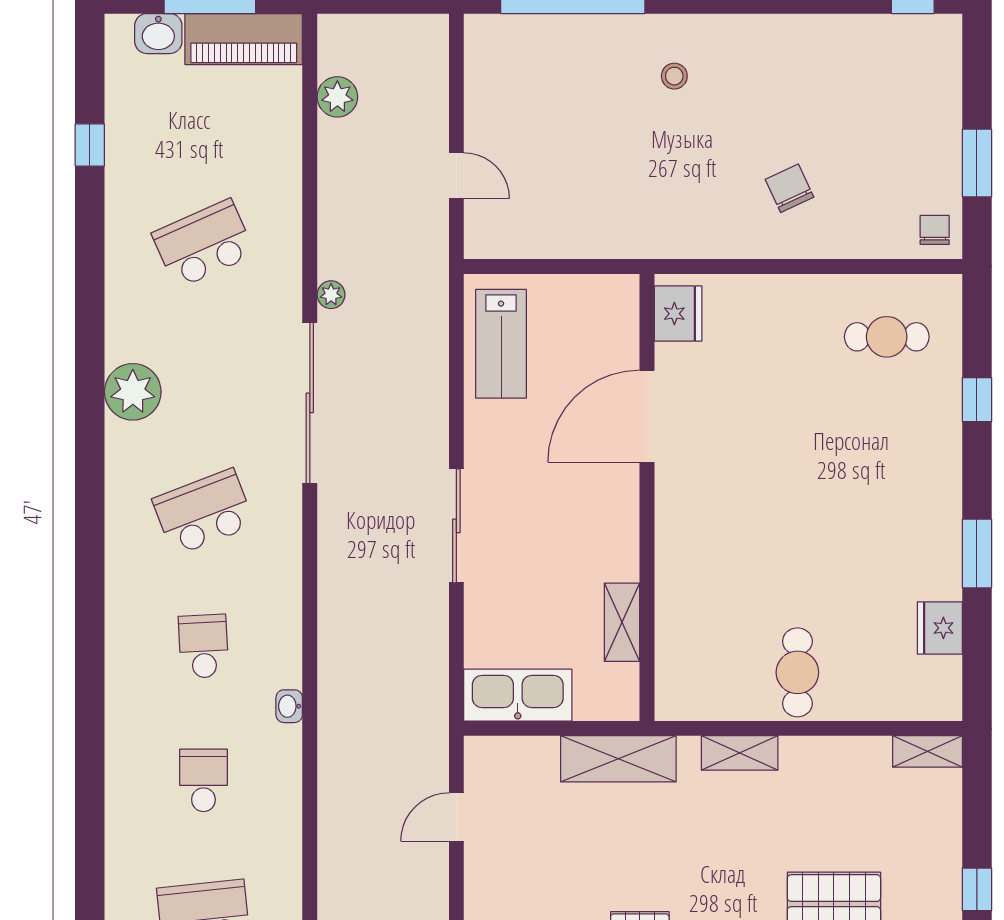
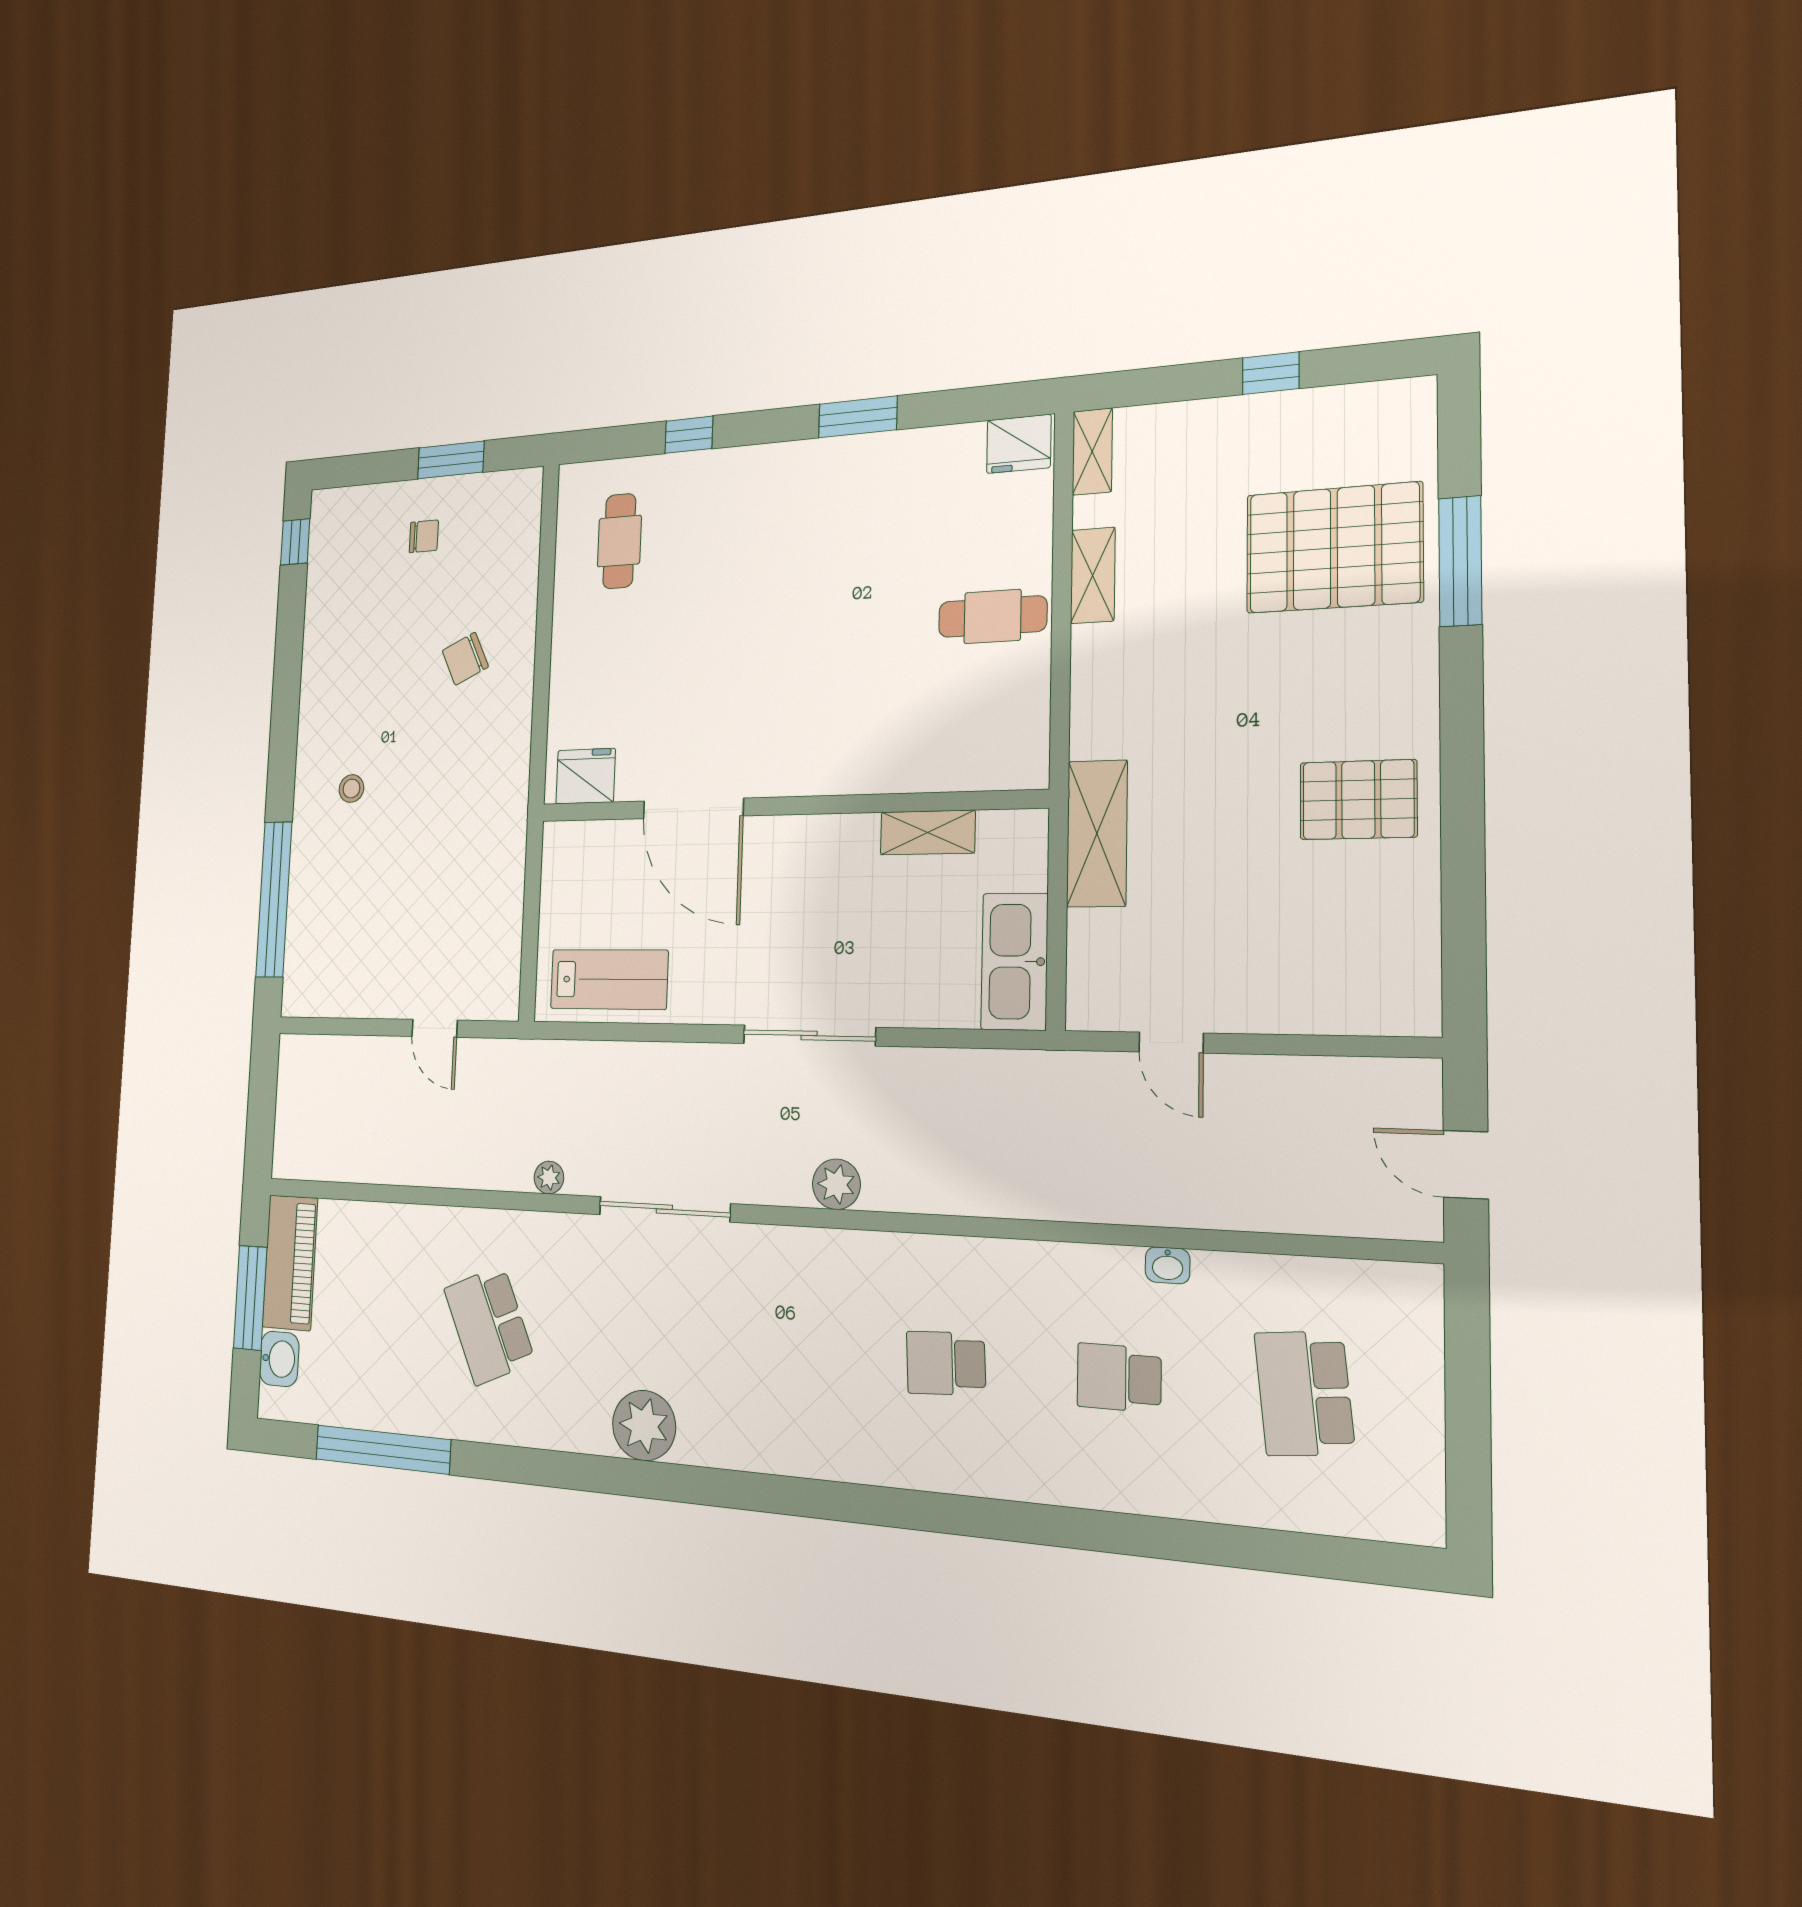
plant: (337, 97) -> (836, 1184), moved
window: (90, 145) -> (383, 1450), width x3.17
door: (456, 176) -> (435, 1028), swing flipped
chair: (935, 230) -> (424, 536), moved, turned 180
sliding door: (310, 403) -> (664, 1209), width x0.73
school desk: (203, 512) -> (784, 1350), removed
fridge: (940, 628) -> (1019, 444), moved
washbasin: (289, 706) -> (1168, 1265), moved
shelving: (740, 753) -> (1093, 575), moved

